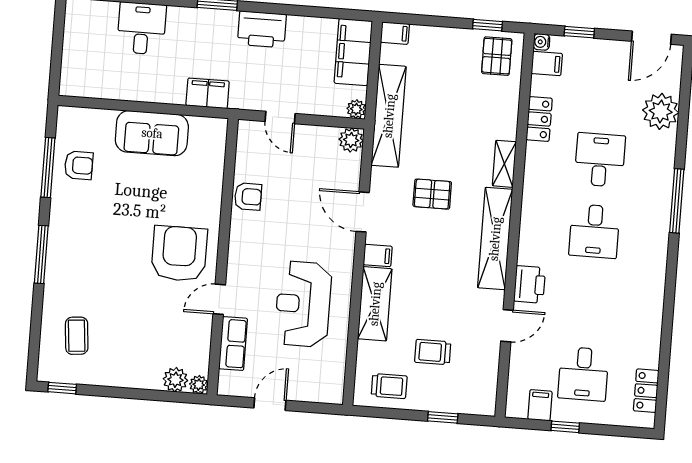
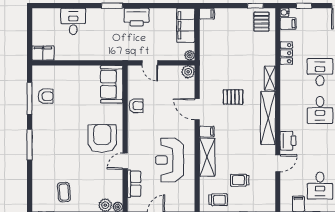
filing cabinet: (208, 93) -> (43, 53), moved
shelving: (389, 116) -> (207, 58), removed
sofa: (152, 133) -> (112, 84), moved, turned 90
coffee table: (77, 336) -> (64, 192), moved

